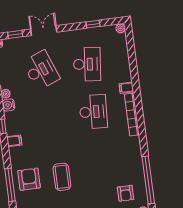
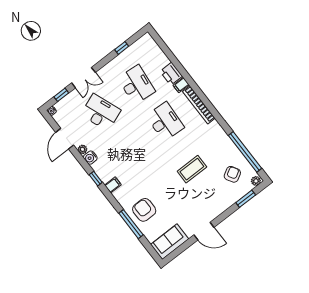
plant: (121, 28) -> (147, 38), removed
double door: (44, 31) -> (83, 78), swing flipped
printer: (123, 73) -> (171, 74), added
coffee table: (62, 177) -> (192, 169), moved, turned 90
armchair: (126, 193) -> (232, 174), turned -120

